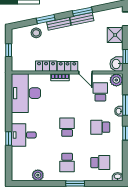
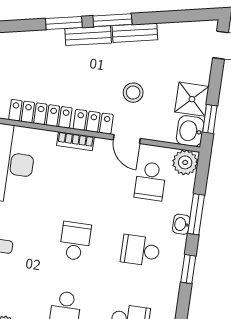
window: (82, 12) -> (112, 20), moved
stool: (36, 33) -> (133, 93), moved
shower: (115, 35) -> (192, 99), moved
locker: (46, 66) -> (40, 114), width x1.53
school desk: (100, 92) -> (150, 181), turned 180

